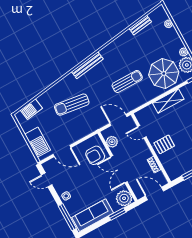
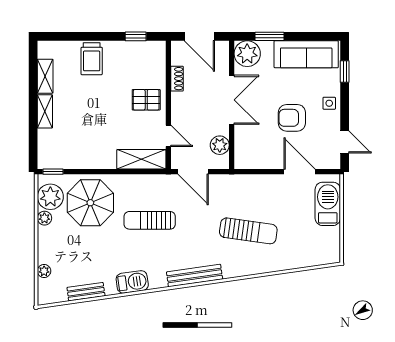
shelving: (168, 101) -> (141, 159), moved
barbecue: (31, 109) -> (132, 282), moved
armchair: (95, 155) -> (292, 118), moved, turned 180
window: (67, 217) -> (345, 72), width x0.46

